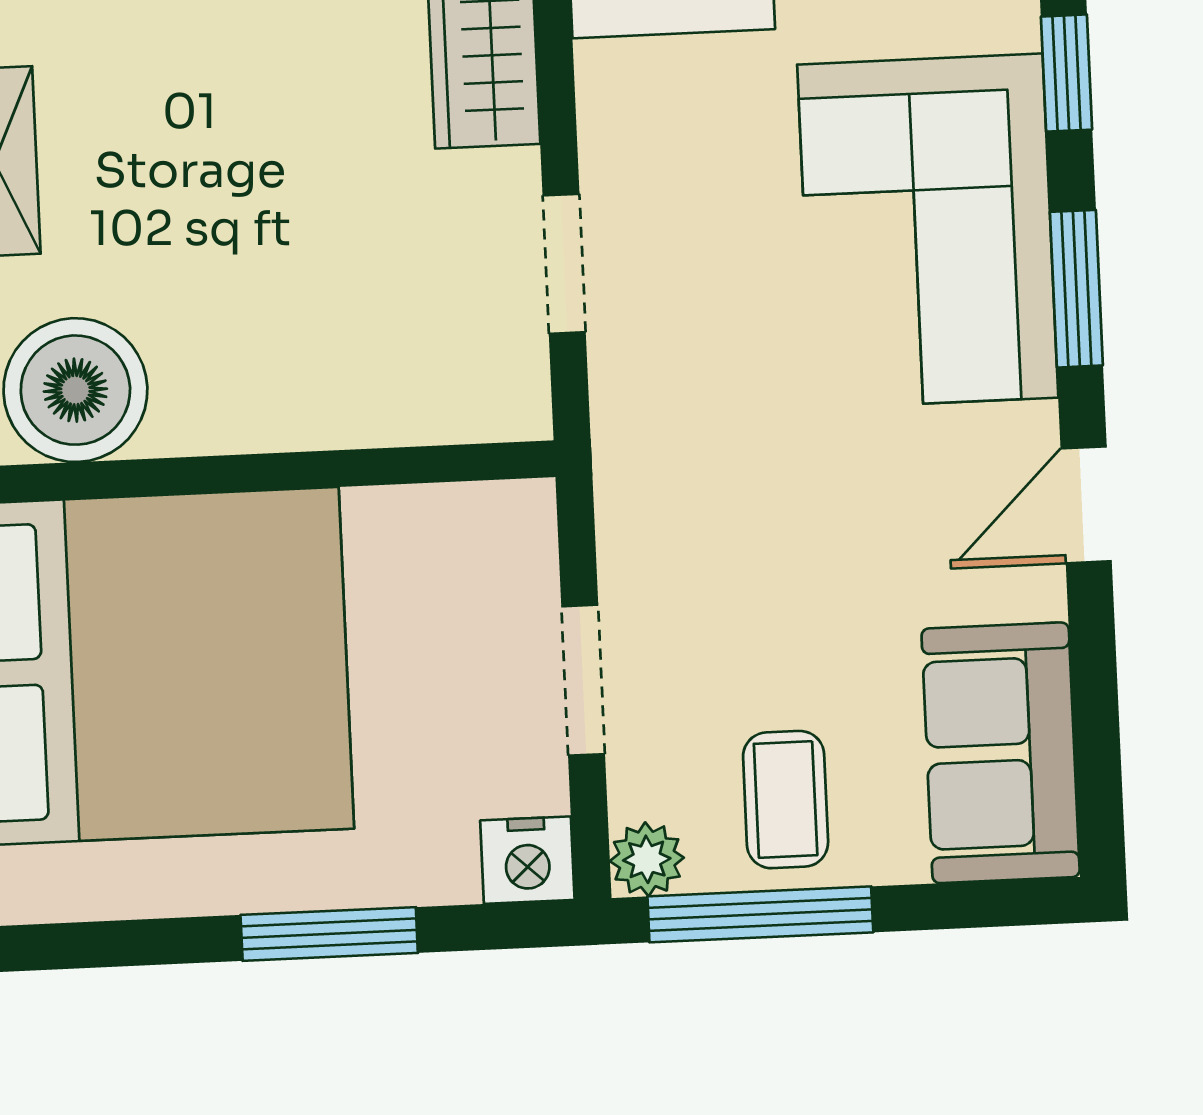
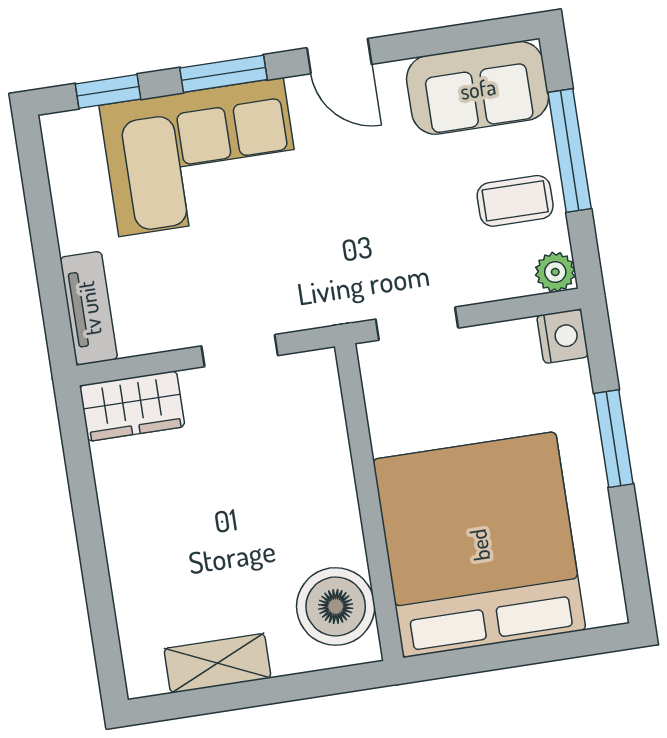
doorway: (583, 680) -> (417, 324), moved
window: (760, 914) -> (570, 151), moved

